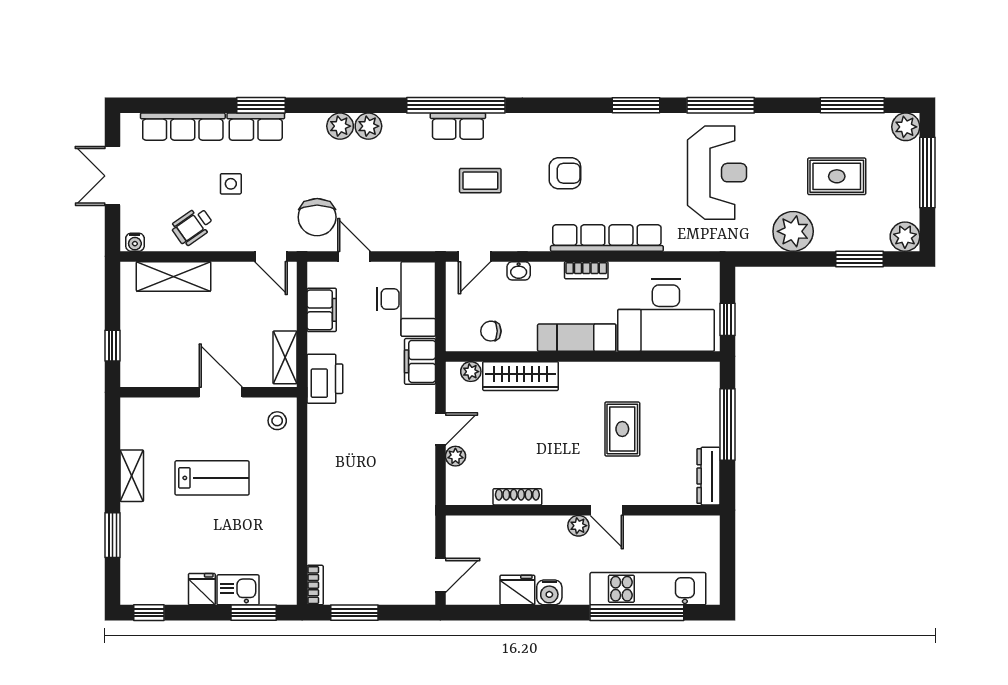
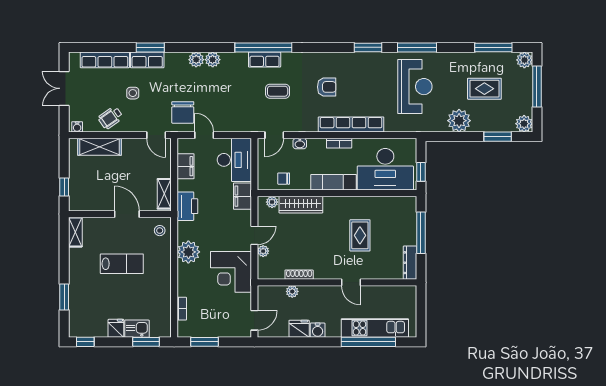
plant: (327, 458) -> (188, 252), added
shelving: (132, 476) -> (75, 232), moved
corner desk: (400, 492) -> (231, 272), added
plant: (578, 526) -> (292, 291), moved
bookcase: (315, 585) -> (182, 309), moved

